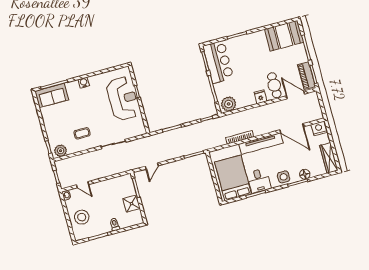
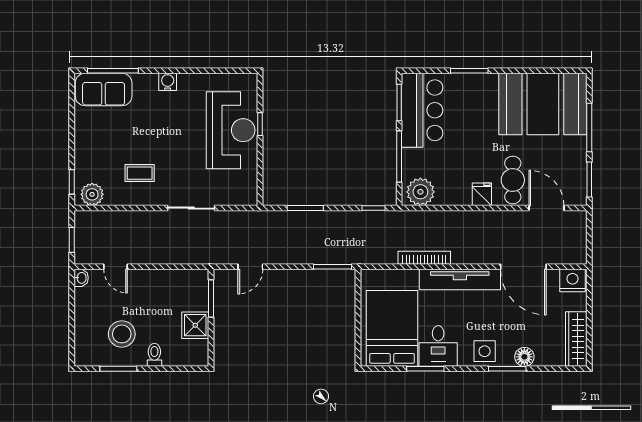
booth: (284, 36) -> (543, 104), width x1.36, depth x1.42
piano: (306, 76) -> (576, 178), removed
stool: (82, 217) -> (122, 334), moved

